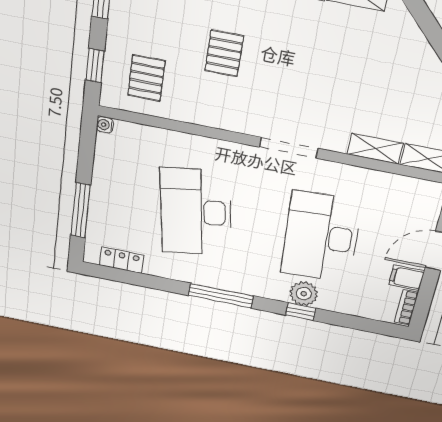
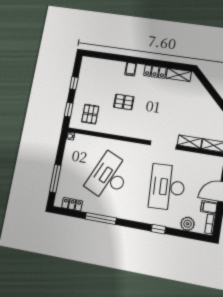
pallet: (224, 53) -> (124, 102), turned 90
doorway: (289, 148) -> (163, 145), moved
desk: (196, 212) -> (109, 177), turned 33
plant: (304, 294) -> (188, 224), moved
window: (221, 296) -> (101, 218), moved

